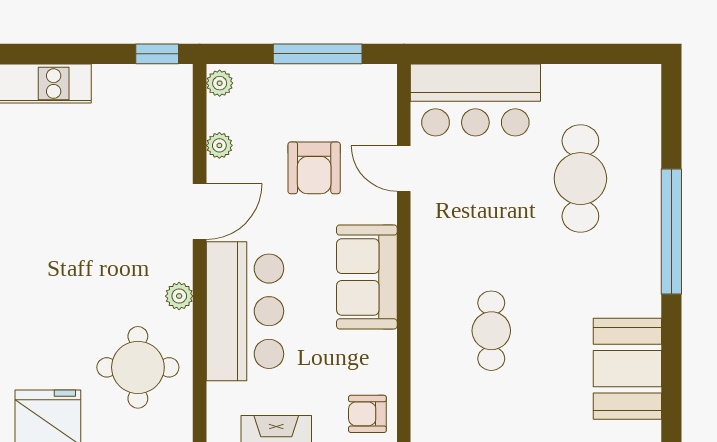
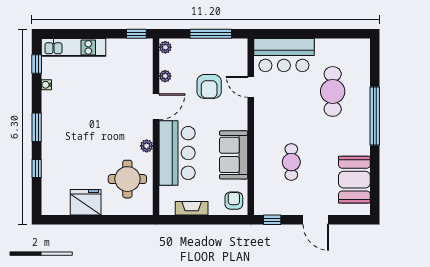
sofa: (367, 277) -> (234, 155), moved
armchair: (367, 414) -> (234, 201), turned 90

